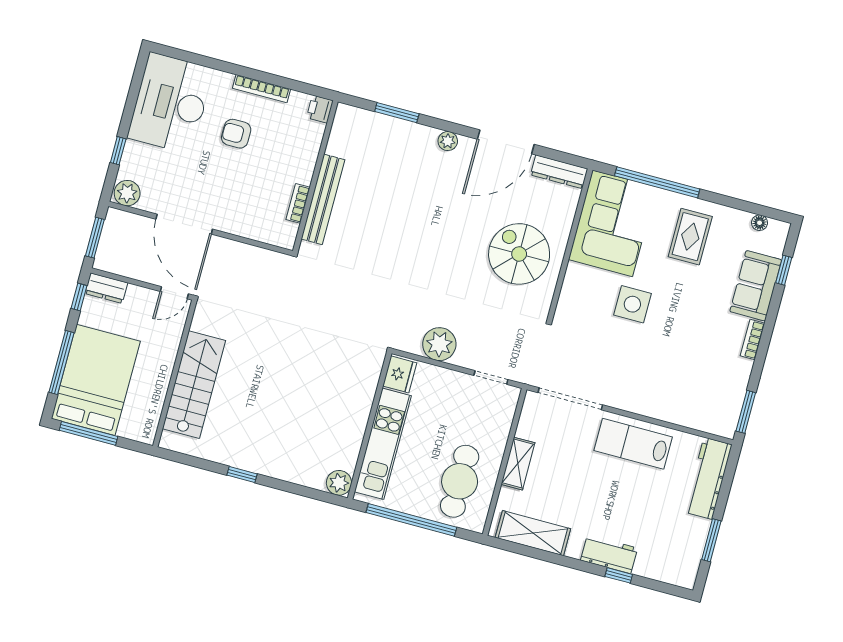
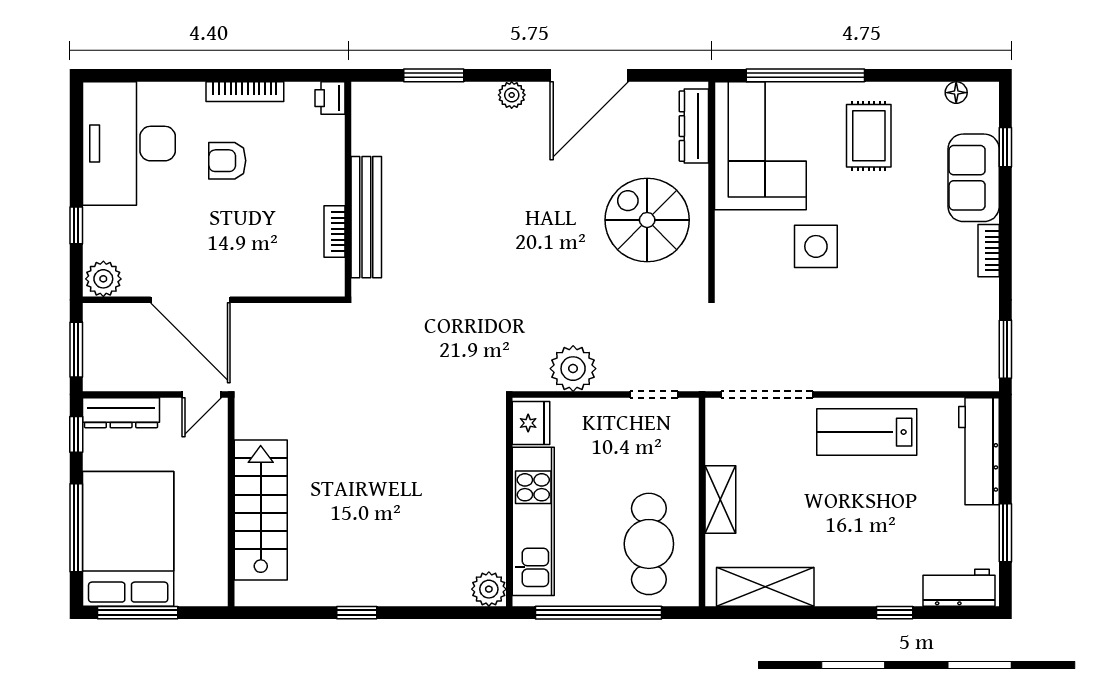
dresser: (559, 172) -> (694, 126), moved, turned 90
dresser: (106, 288) -> (121, 413), width x1.44
workbench: (609, 554) -> (959, 588), moved

